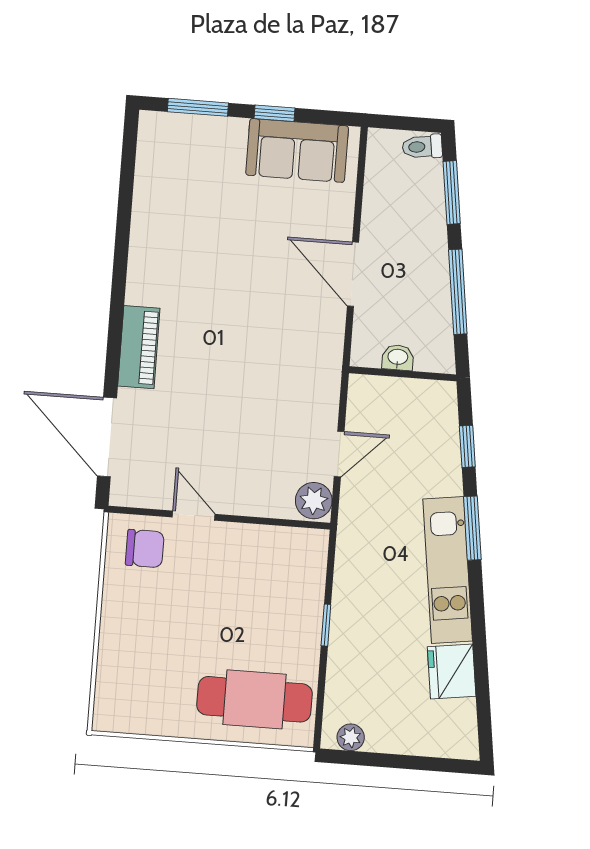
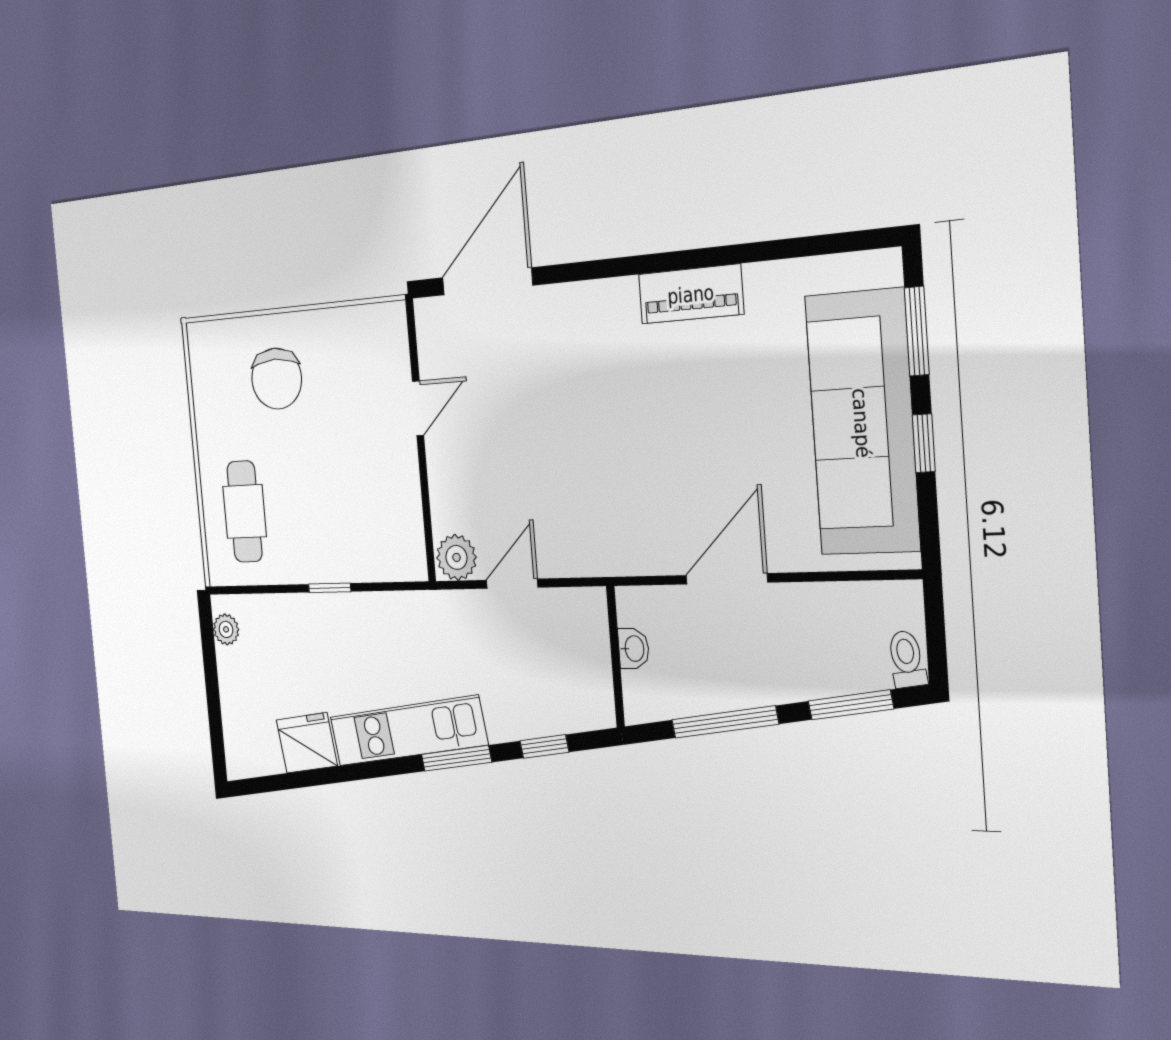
sofa: (297, 150) -> (862, 423), width x1.85, depth x1.27
piano: (139, 347) -> (691, 294), moved
door: (339, 454) -> (512, 584), swing flipped
chair: (145, 549) -> (277, 379), moved, width x1.37, depth x1.37
cafe table: (254, 699) -> (245, 512), width x0.73, depth x0.74

